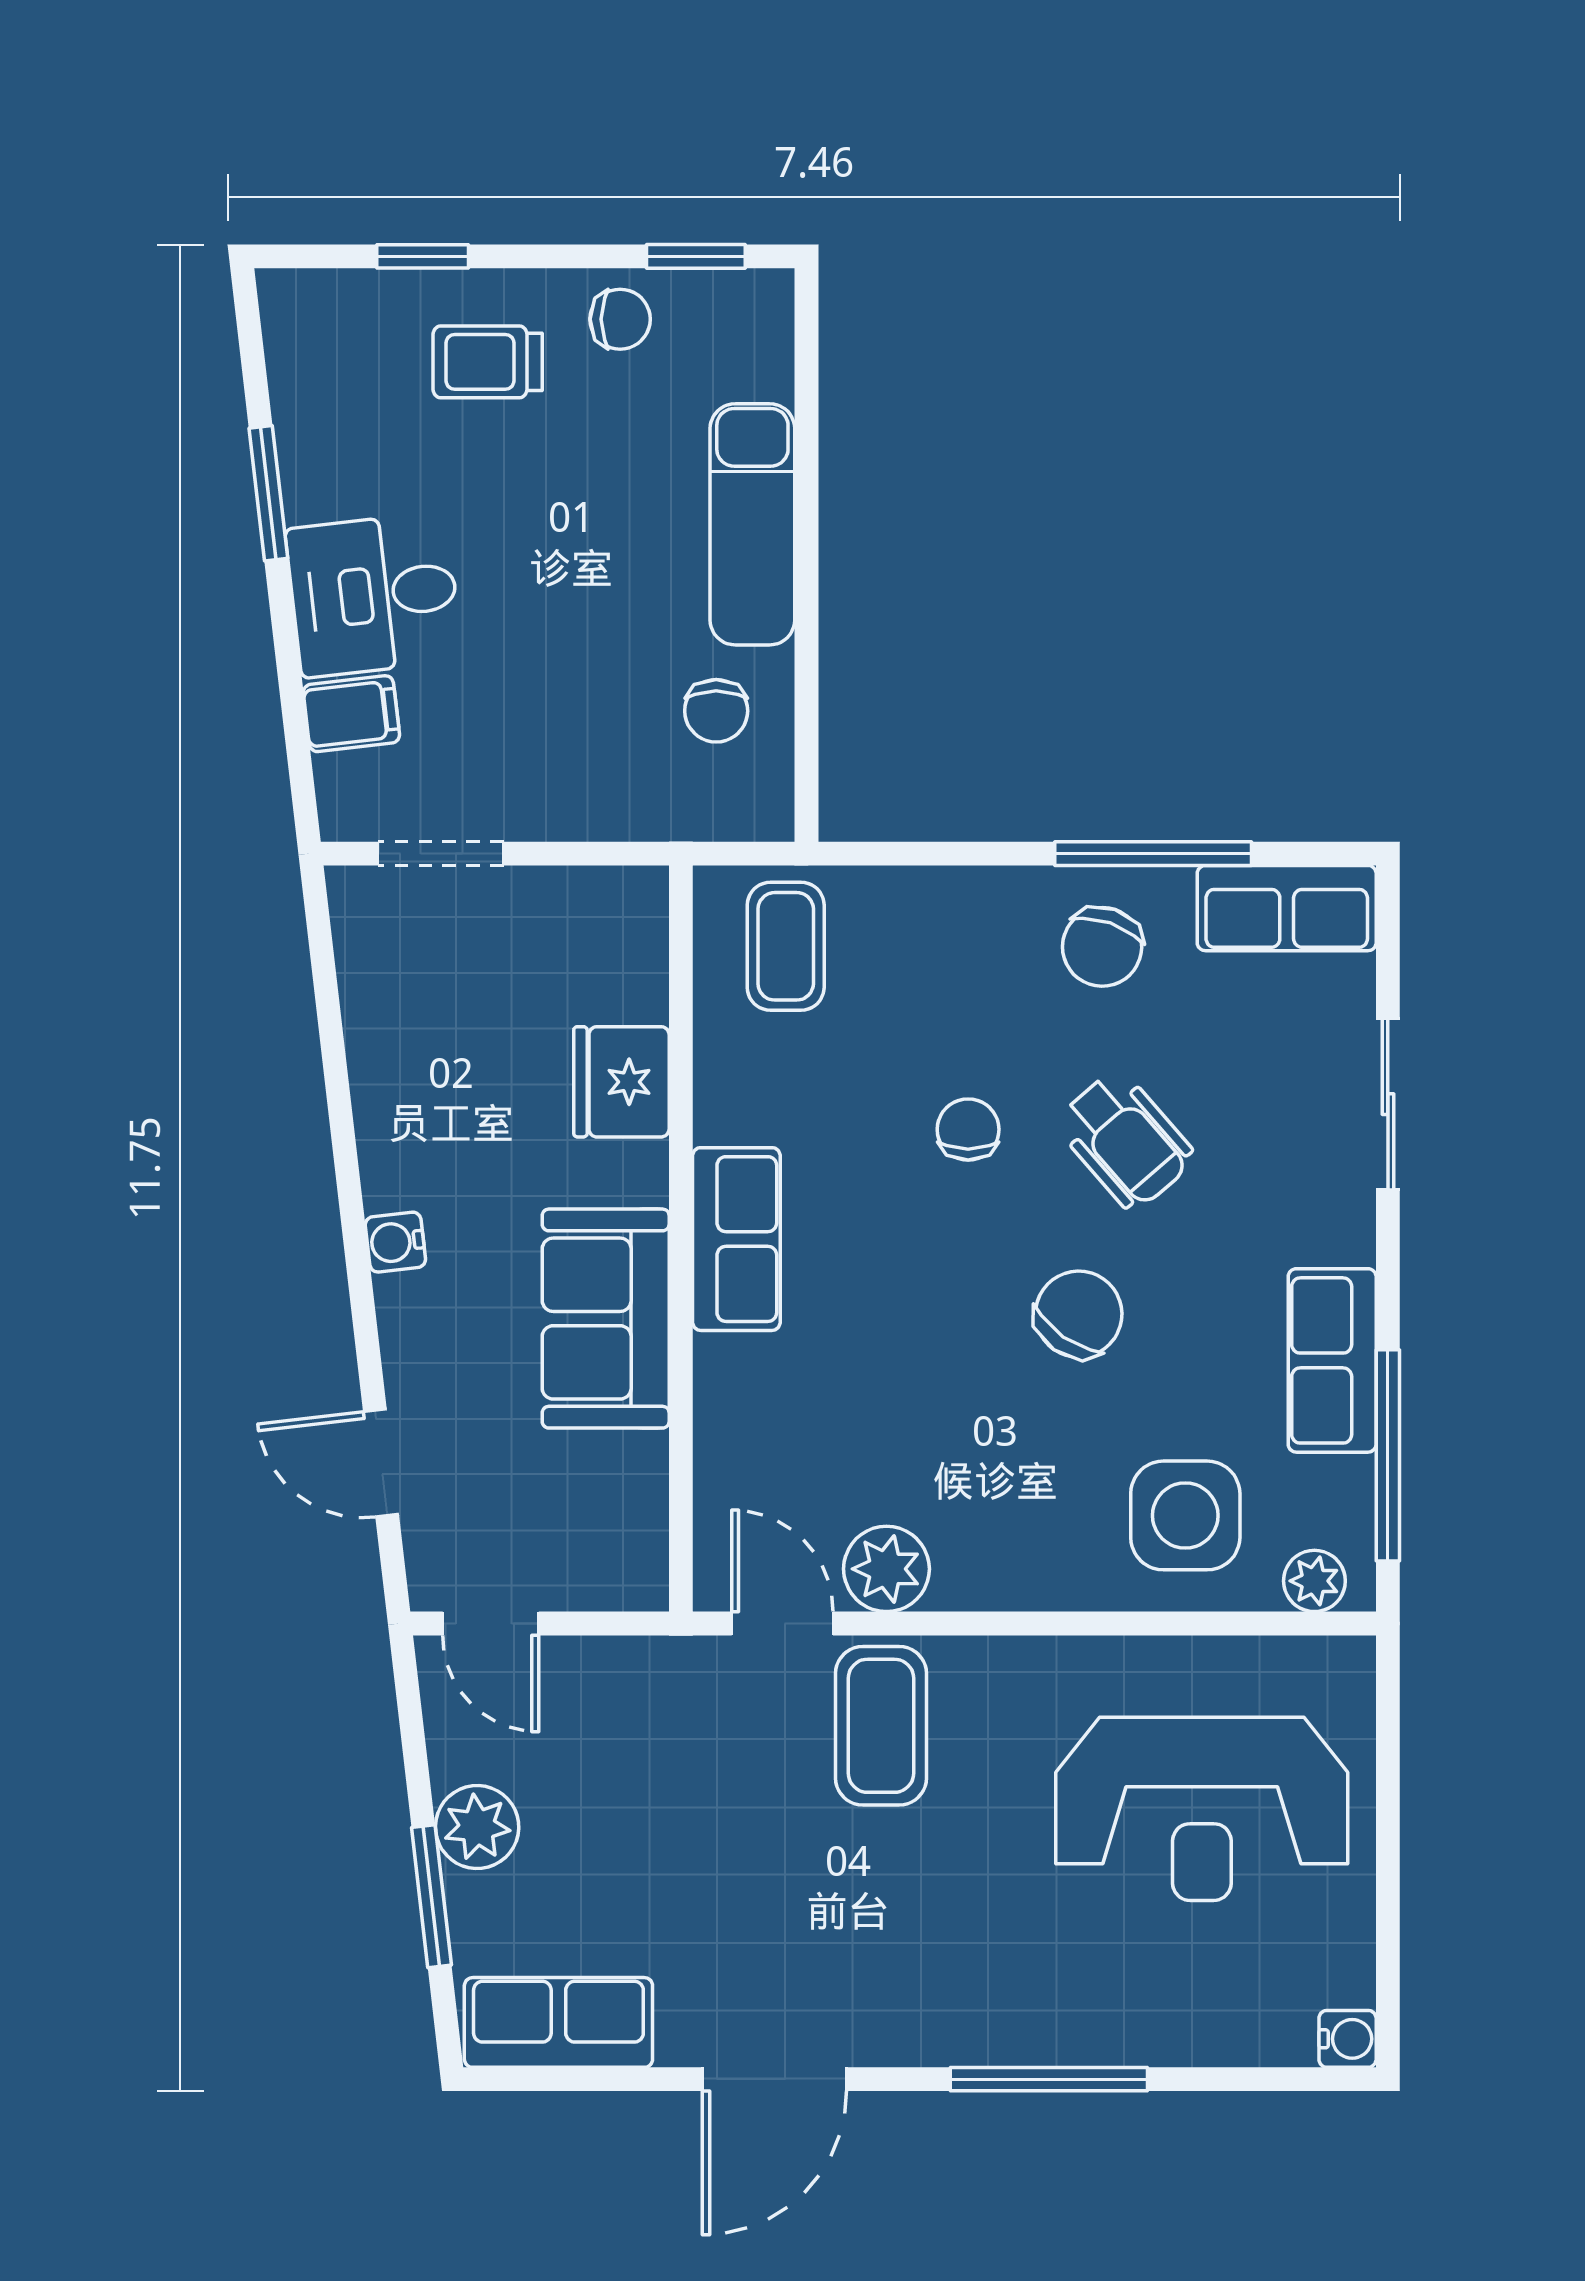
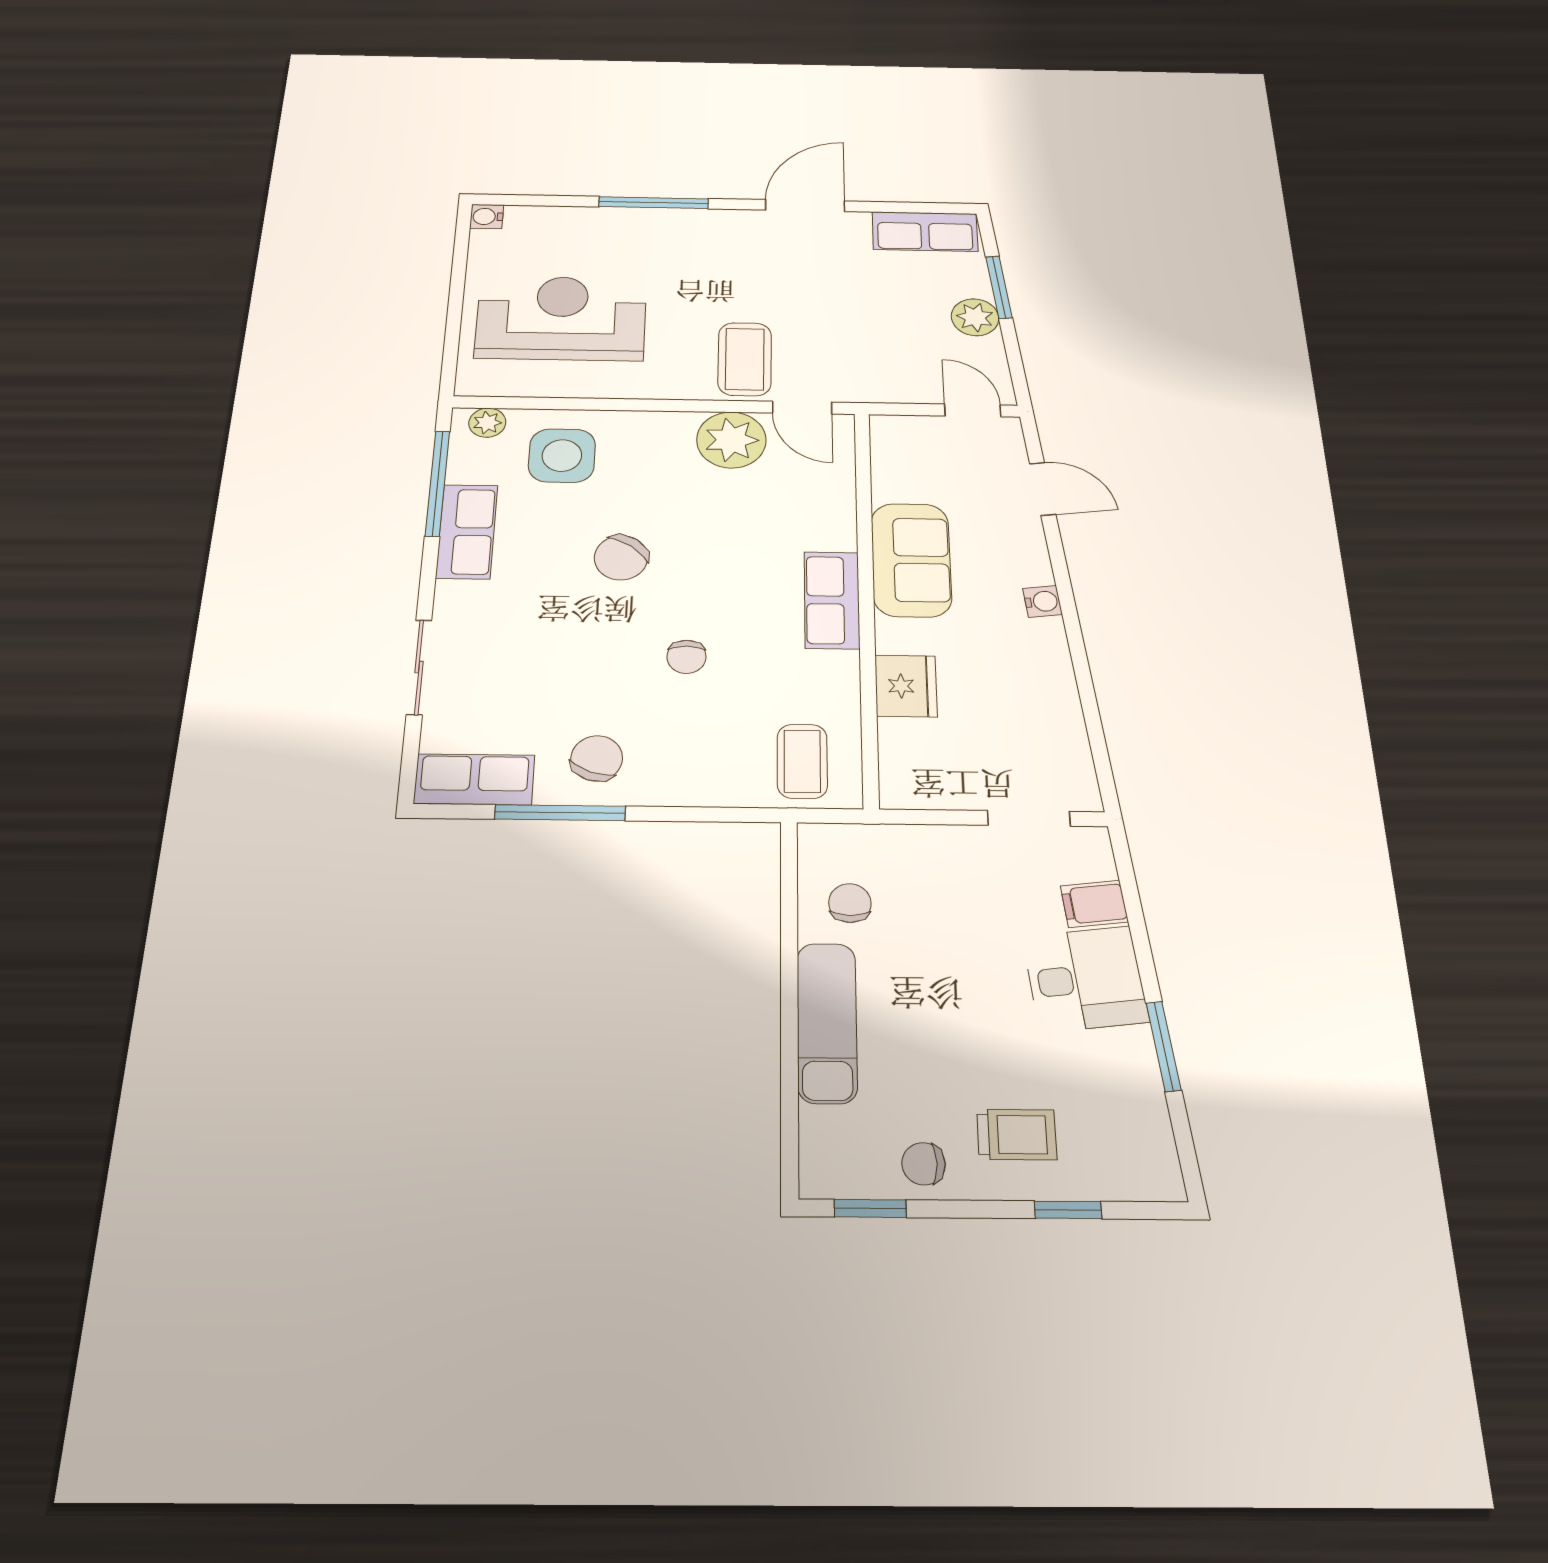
wheelchair: (1125, 1140) -> (587, 650), removed
plant: (886, 1569) -> (731, 440), width x1.36, depth x1.36

